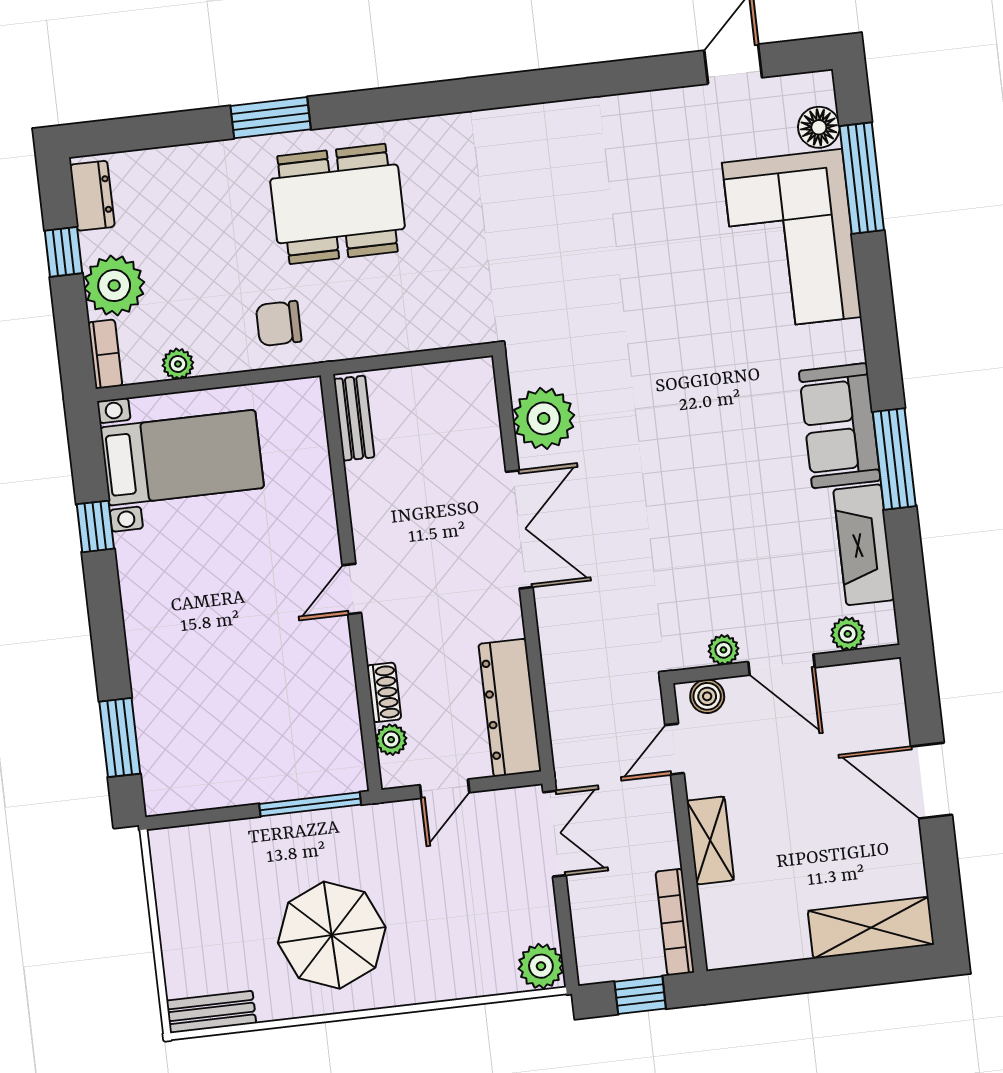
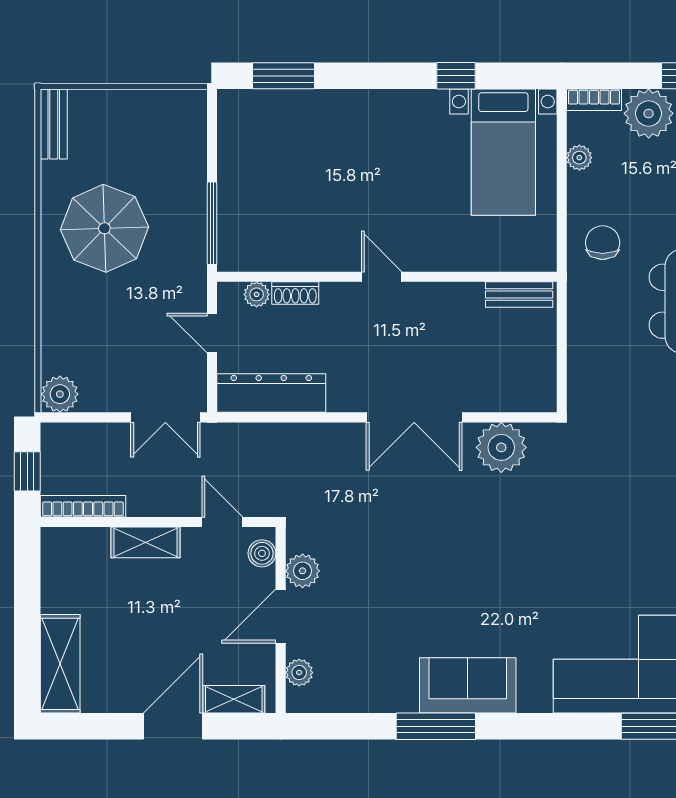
fireplace: (864, 545) -> (370, 694), removed
plant: (723, 650) -> (303, 571), width x1.38, depth x1.38
shelving: (890, 710) -> (234, 699), added

